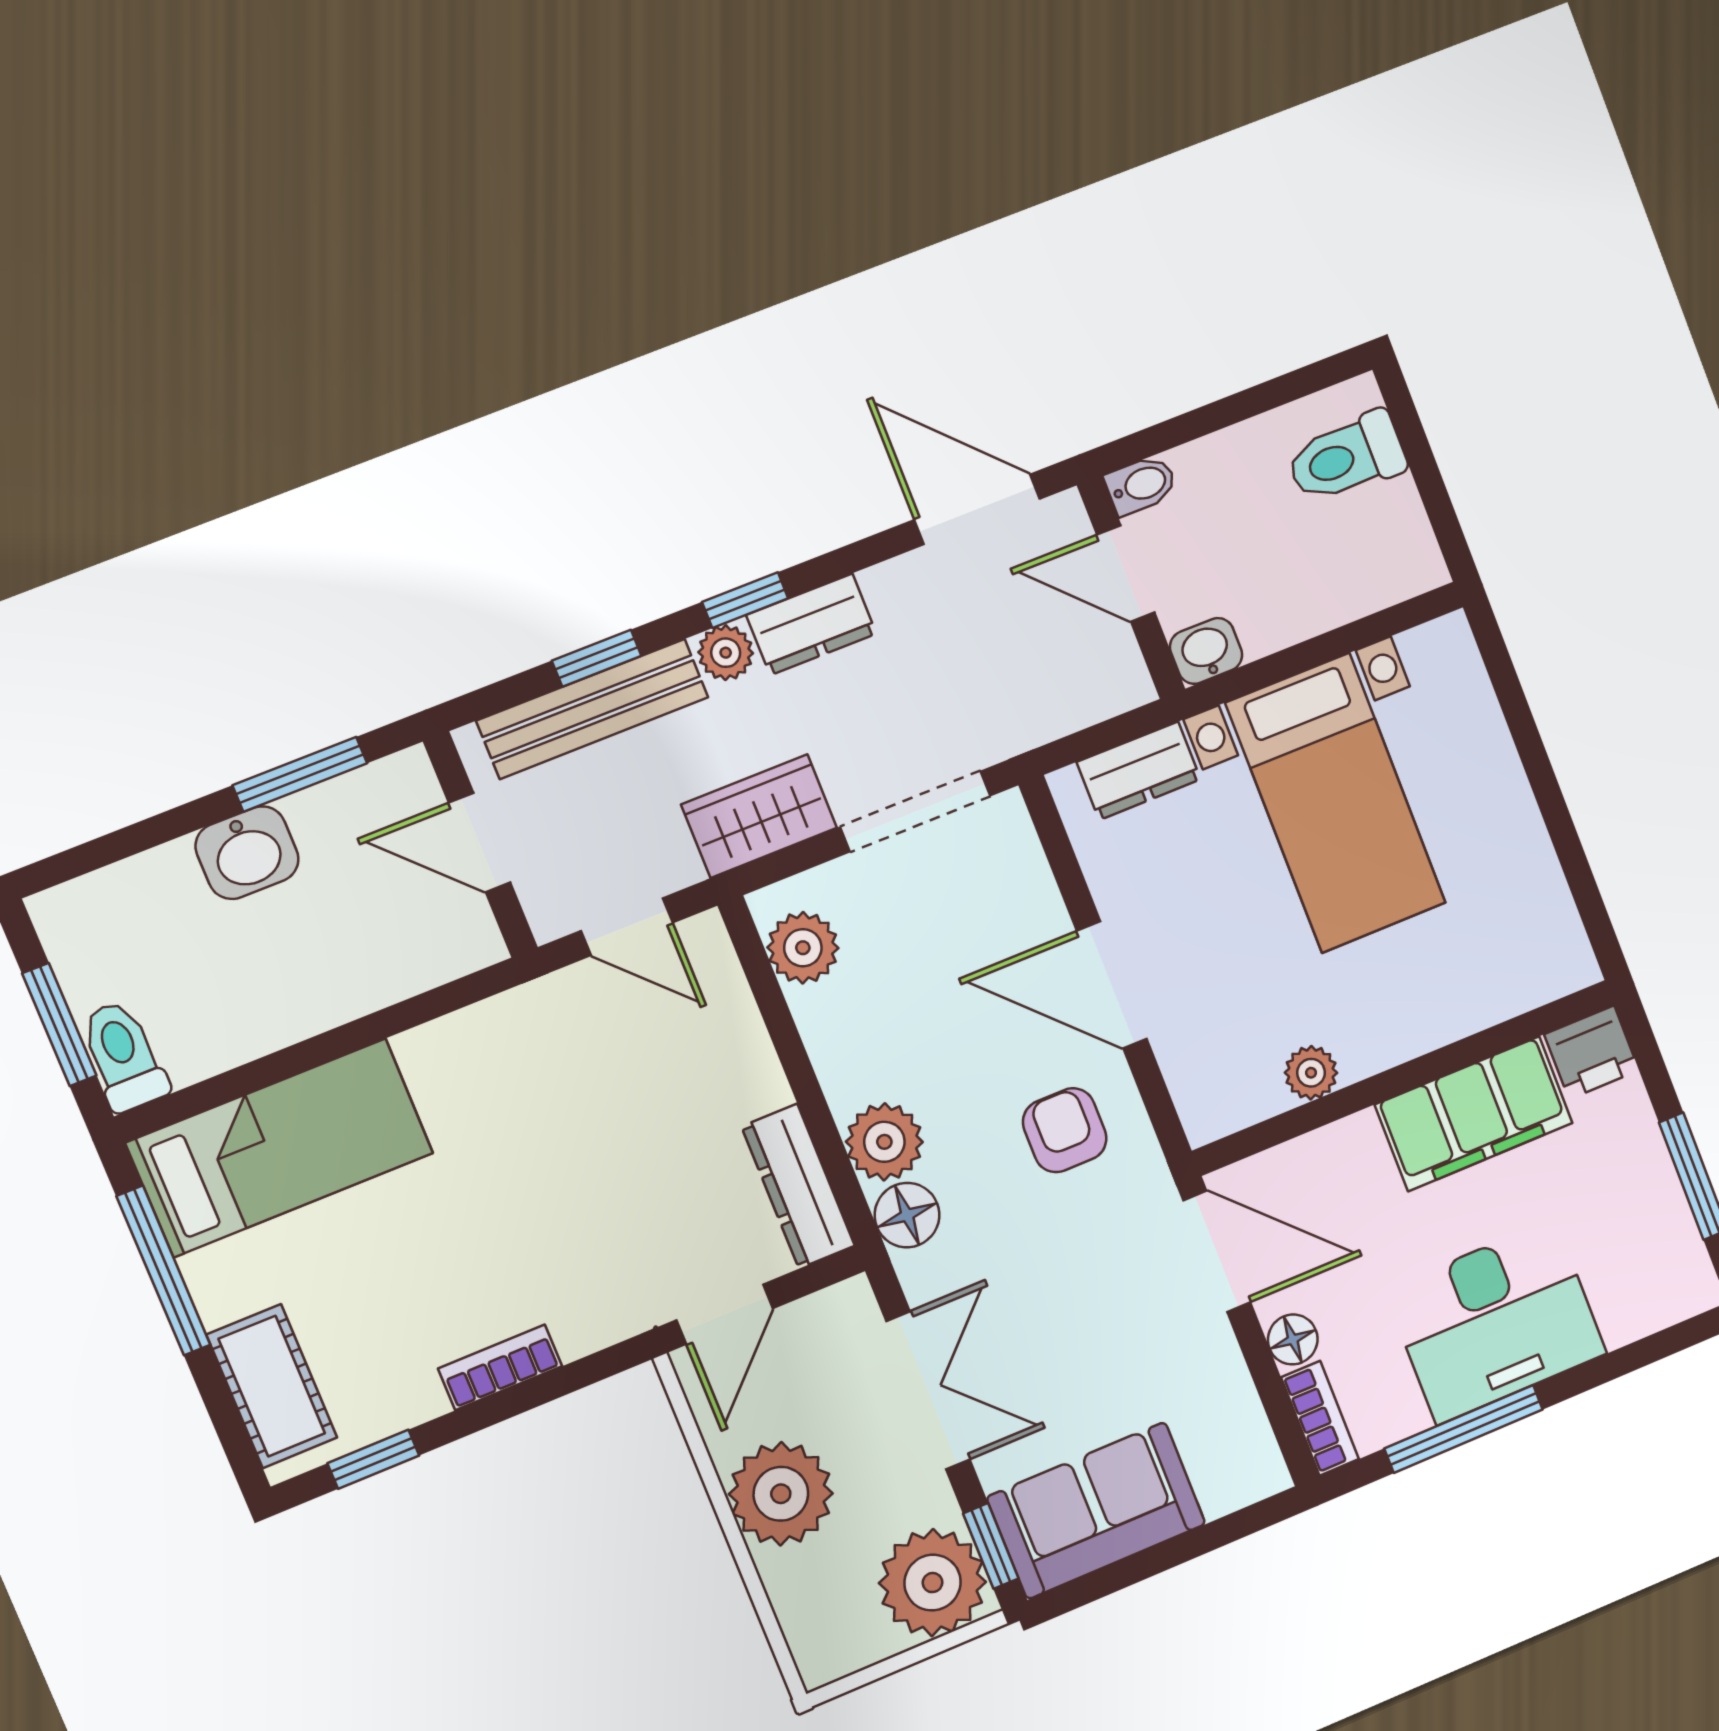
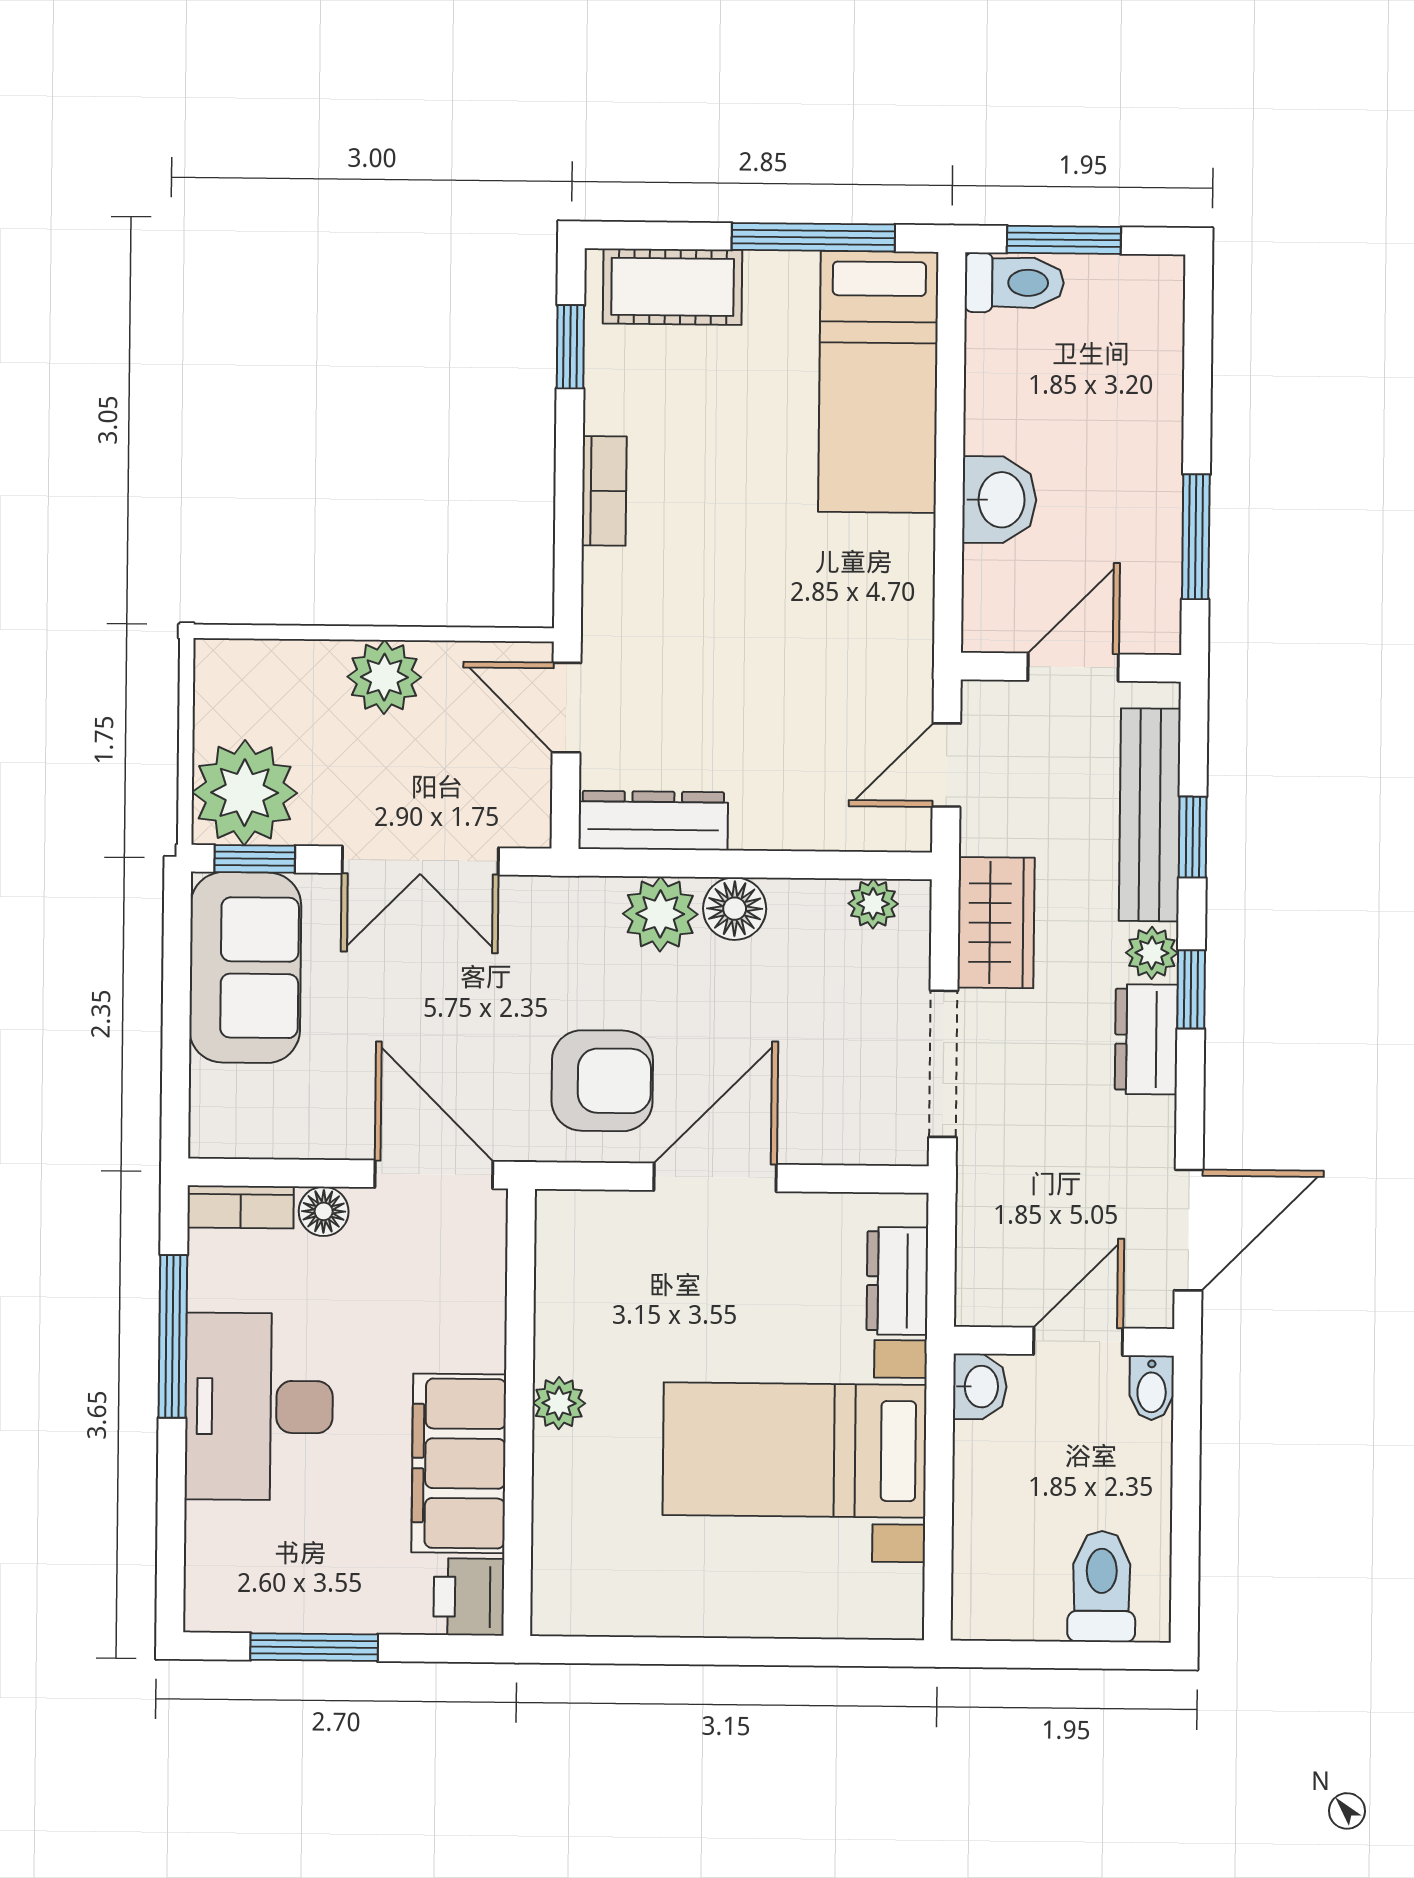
washbasin: (247, 853) -> (999, 500), moved, turned 180
plant: (803, 948) -> (873, 904), width x0.73, depth x0.73
plant: (1311, 1073) -> (559, 1403), moved
armchair: (1065, 1130) -> (602, 1081), width x1.38, depth x1.38
floor lamp: (907, 1215) -> (735, 909), moved
door: (1217, 1251) -> (434, 1174), swing flipped
plant: (781, 1494) -> (384, 677), width x0.73, depth x0.73

